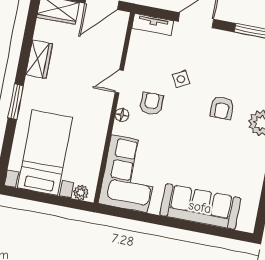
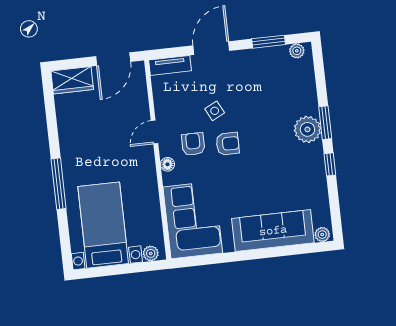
wardrobe: (39, 59) -> (69, 135), removed
window: (16, 102) -> (59, 184), width x1.44
armchair: (222, 108) -> (228, 144), moved, turned -90
plant: (245, 224) -> (322, 235), added

